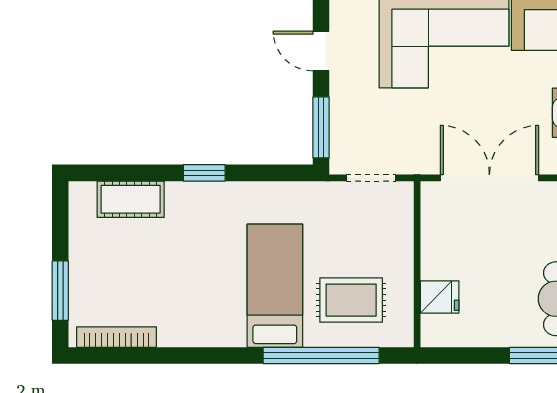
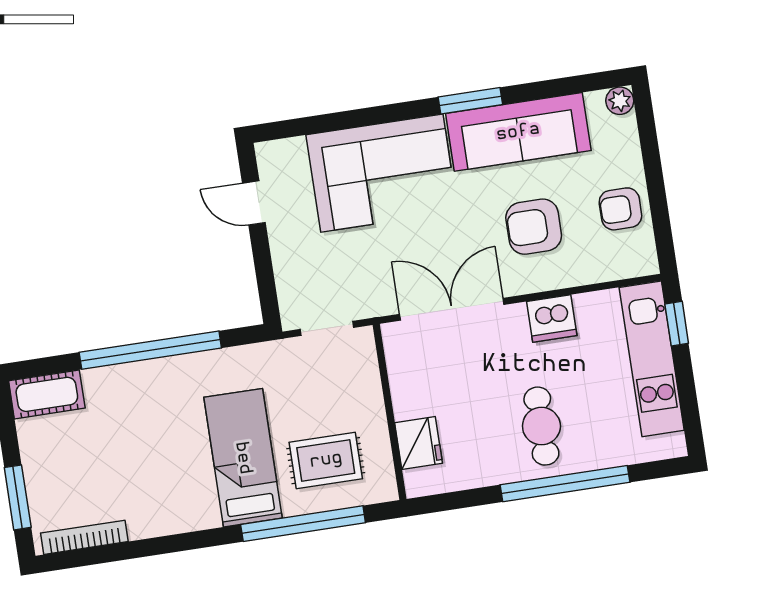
window: (321, 127) -> (266, 283), removed
window: (204, 173) -> (150, 350), width x3.17
cot: (131, 199) -> (47, 394), moved
fridge: (440, 297) -> (419, 443), width x1.38

